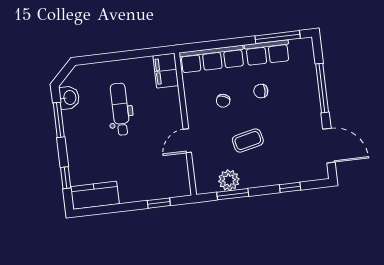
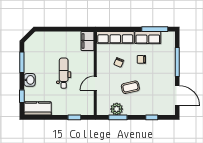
washbasin: (69, 98) -> (30, 80), moved
dental chair: (120, 109) -> (64, 73), moved

